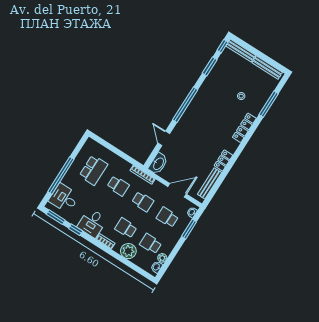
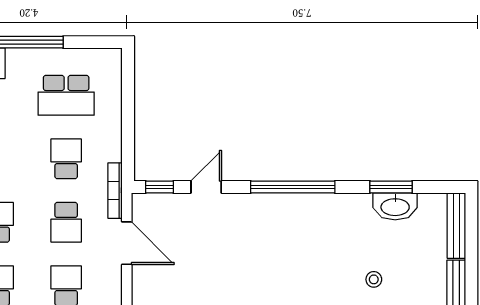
window: (222, 46) -> (159, 187), moved
washbasin: (158, 164) -> (395, 206), moved
school desk: (118, 186) -> (66, 159), turned 180
door: (177, 190) -> (127, 243), moved

